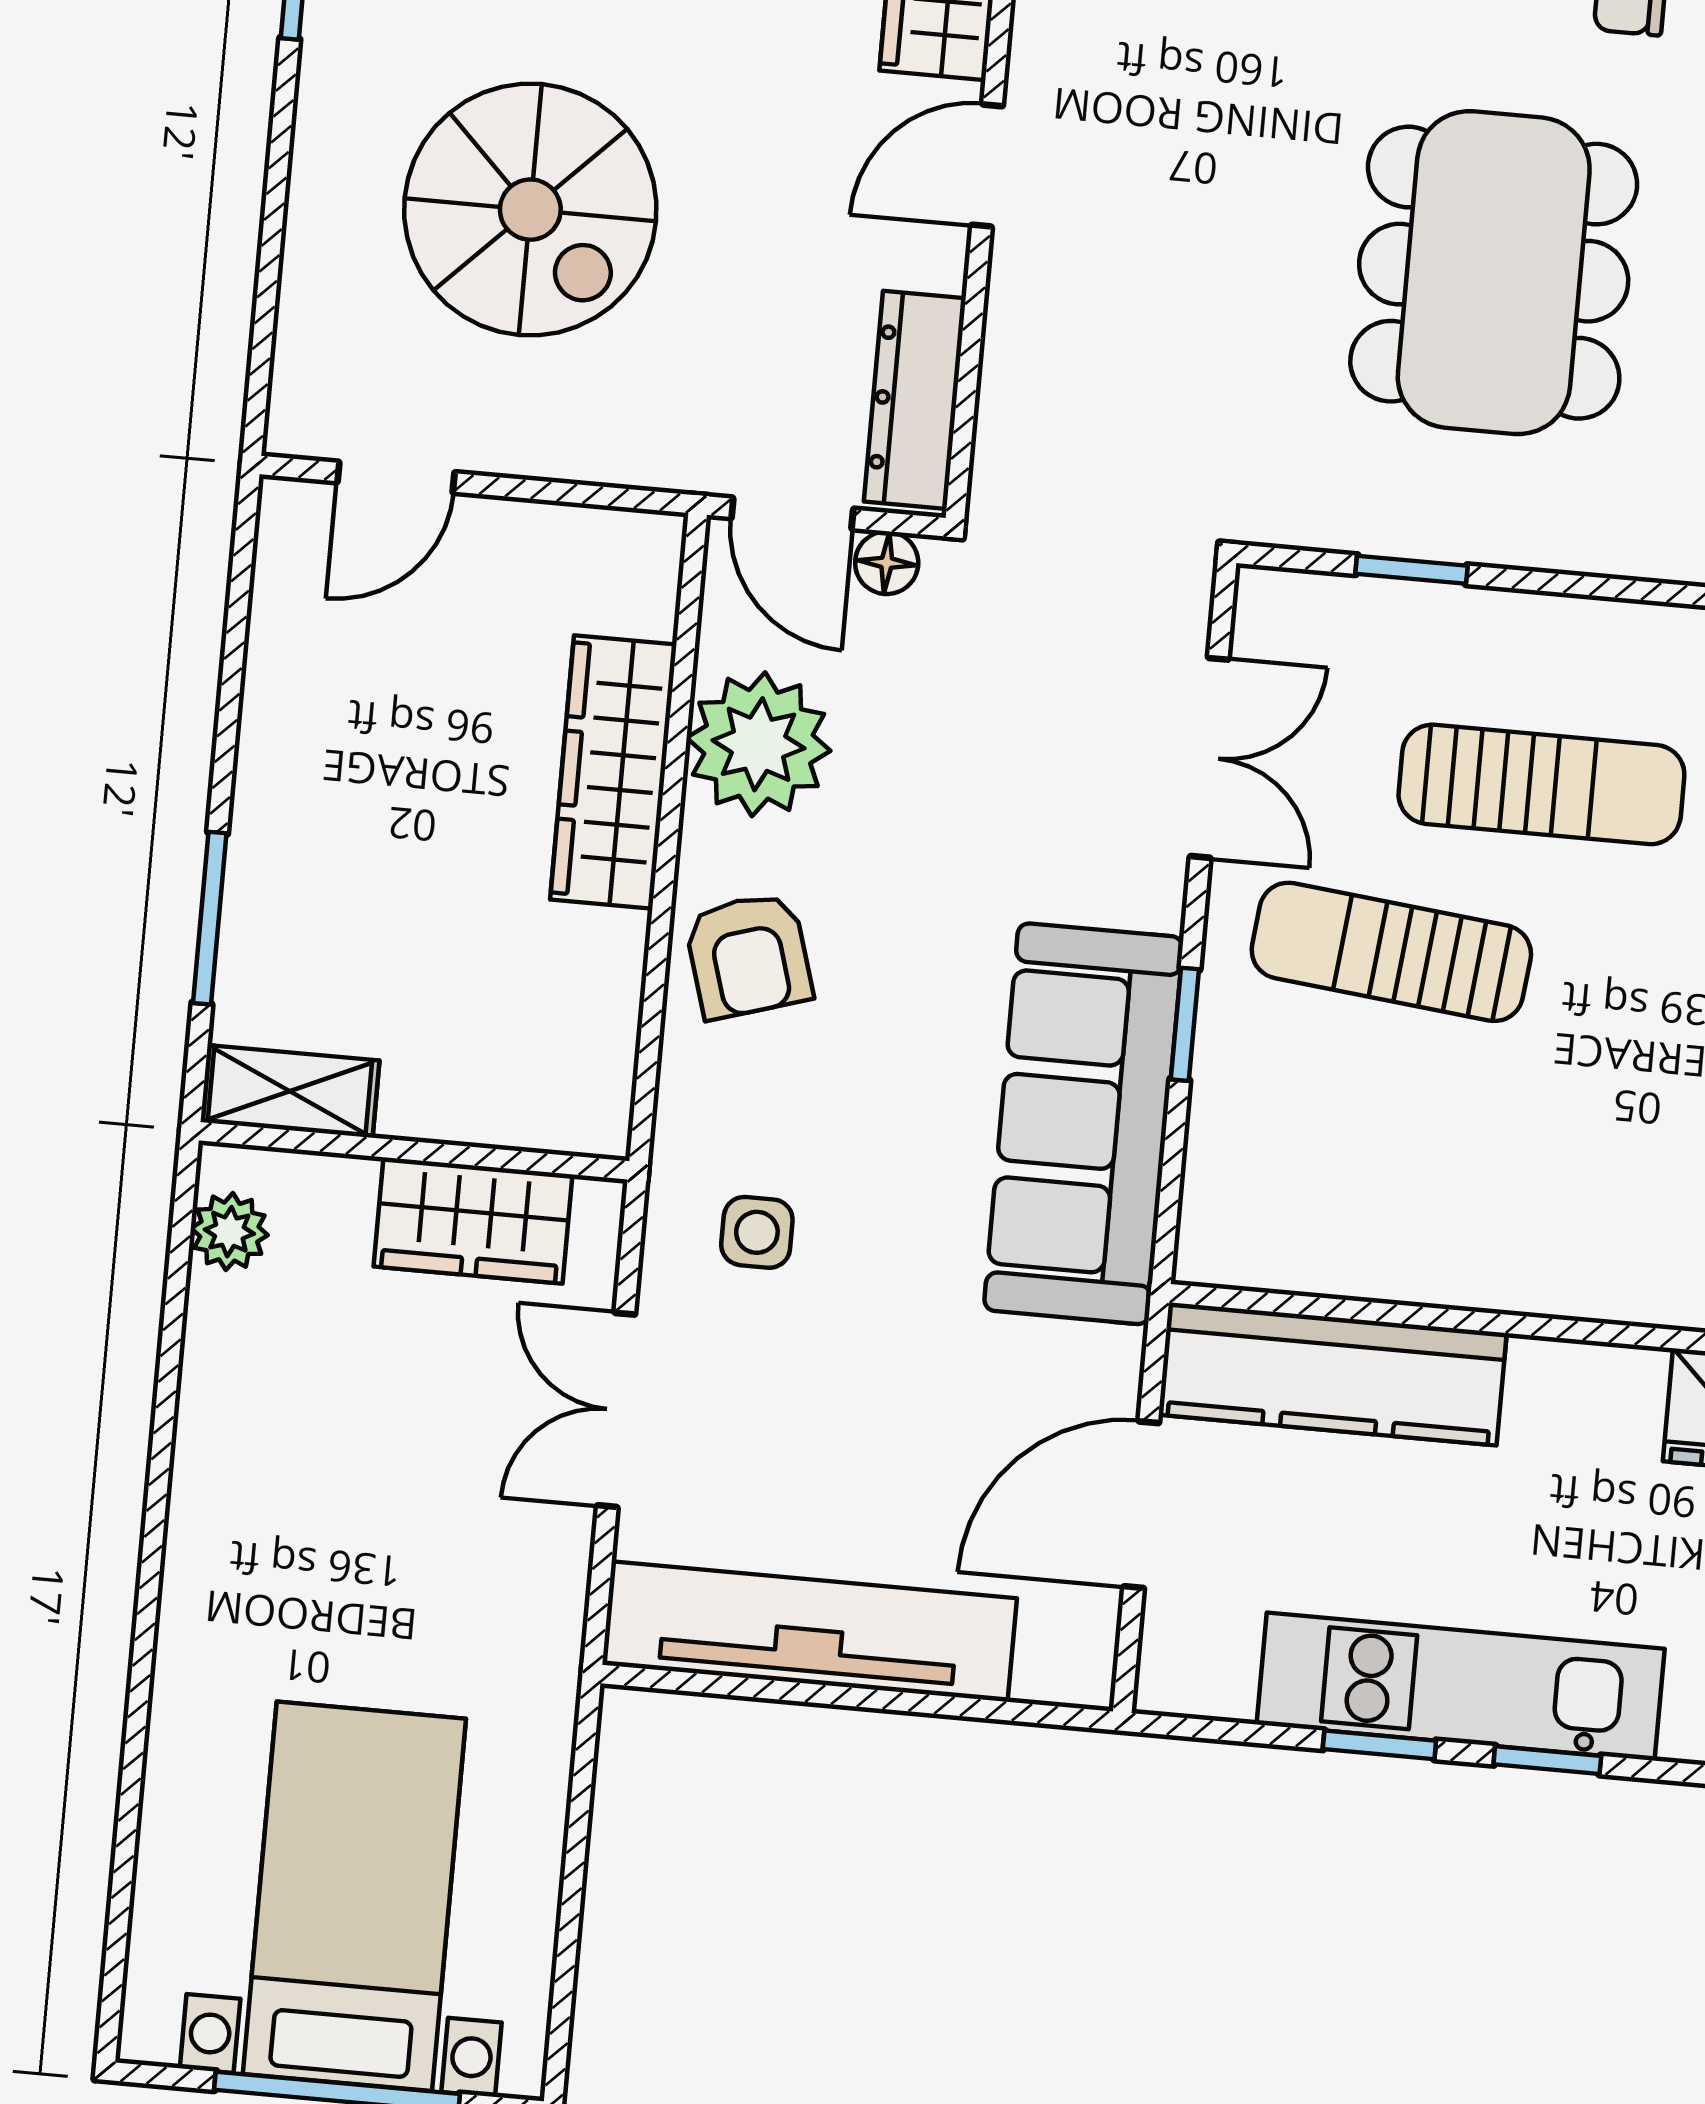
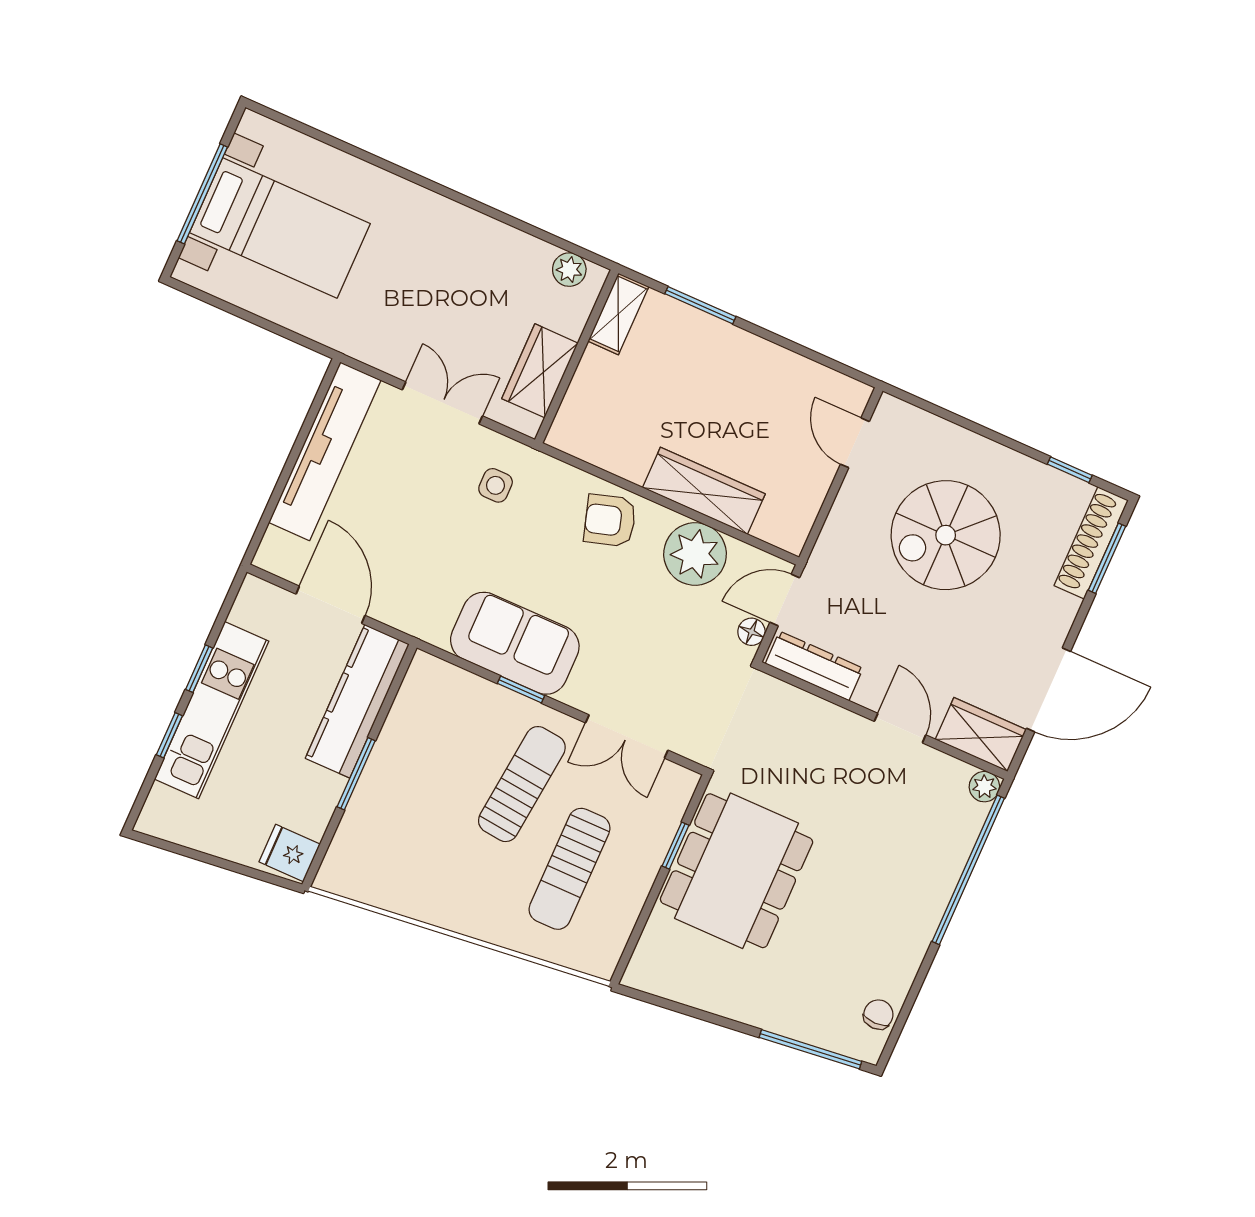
dining table: (1494, 273) -> (737, 871), moved, turned 90
sofa: (1084, 1124) -> (515, 643), width x0.73
window: (1492, 1323) -> (356, 774), added

